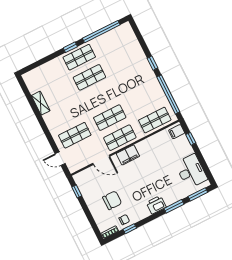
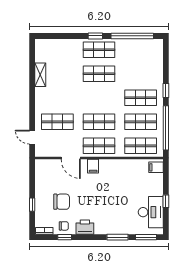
shop shelf: (134, 80) -> (141, 98), added
shop shelf: (145, 100) -> (141, 122), added
window: (191, 139) -> (166, 201), moved
filing cabinet: (128, 155) -> (93, 166), width x0.50
window: (77, 191) -> (32, 205), moved
printer: (156, 205) -> (85, 227), moved

